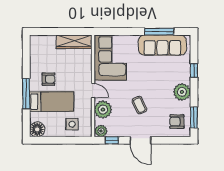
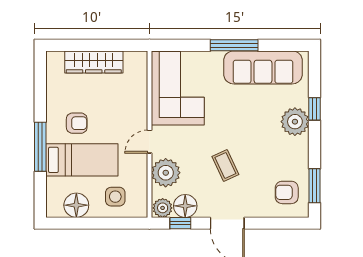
window: (159, 32) -> (234, 45), moved
wardrobe: (74, 42) -> (94, 62), moved
door: (93, 90) -> (150, 142), swing flipped
plant: (182, 92) -> (295, 122), moved
floor lamp: (37, 129) -> (76, 205), moved
floor lamp: (115, 130) -> (185, 206), added

